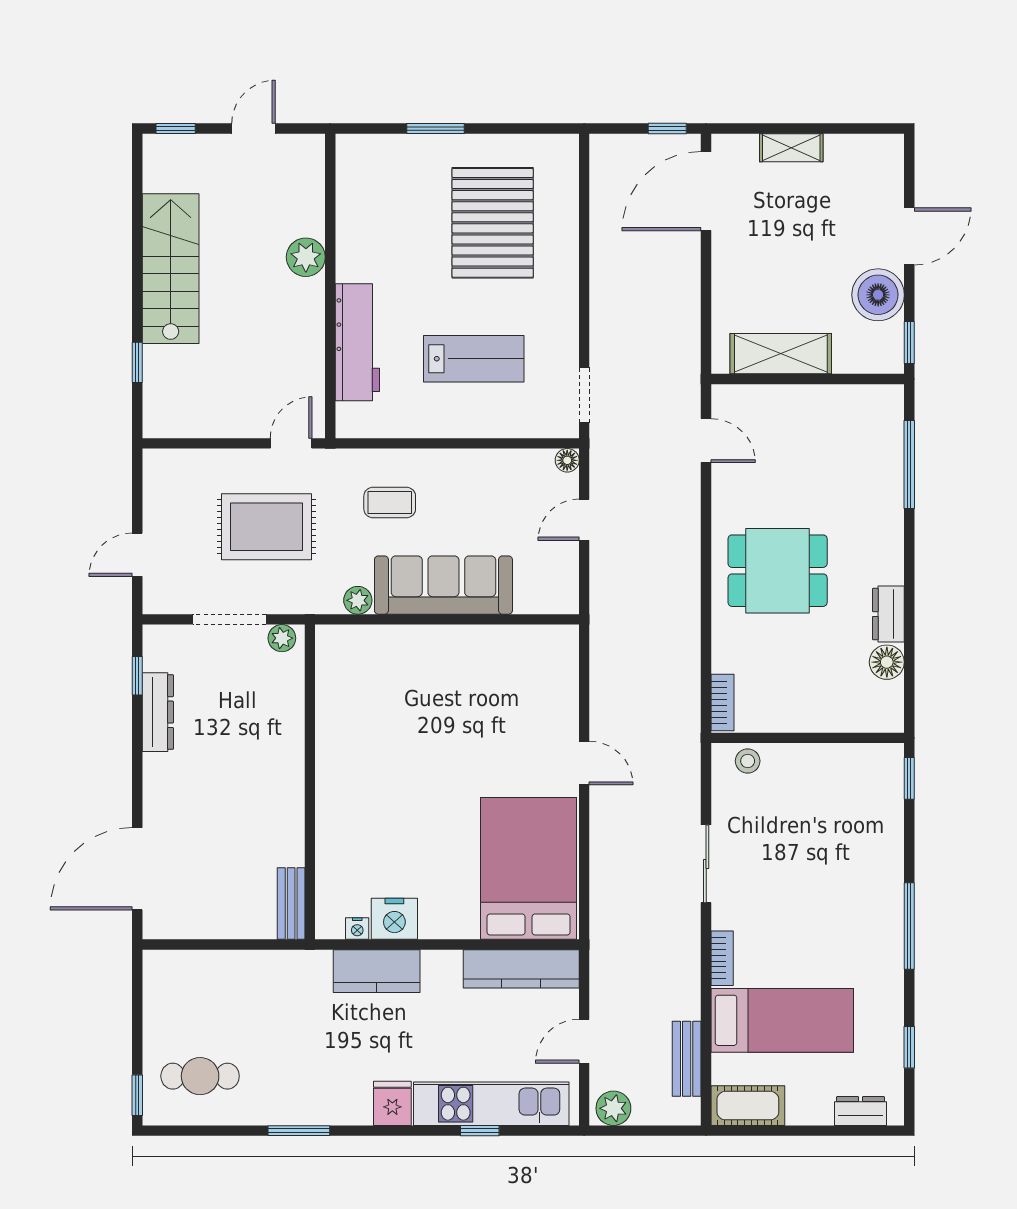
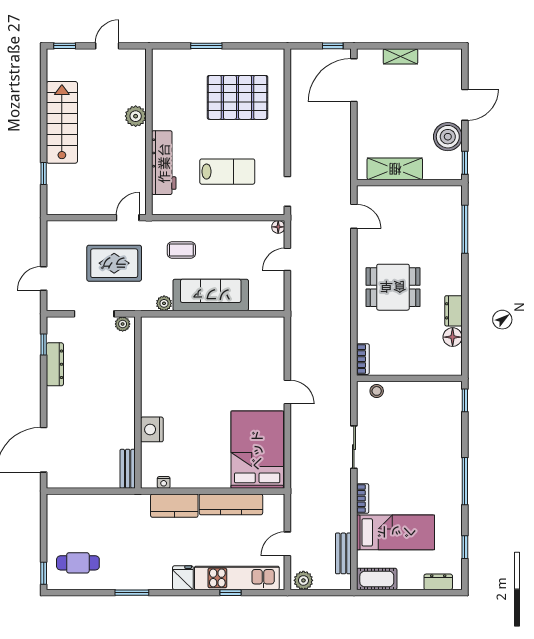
pallet: (493, 223) -> (237, 97), turned 90
nightstand: (394, 919) -> (152, 429), moved, turned 90
kitchen counter: (521, 969) -> (231, 504), moved

